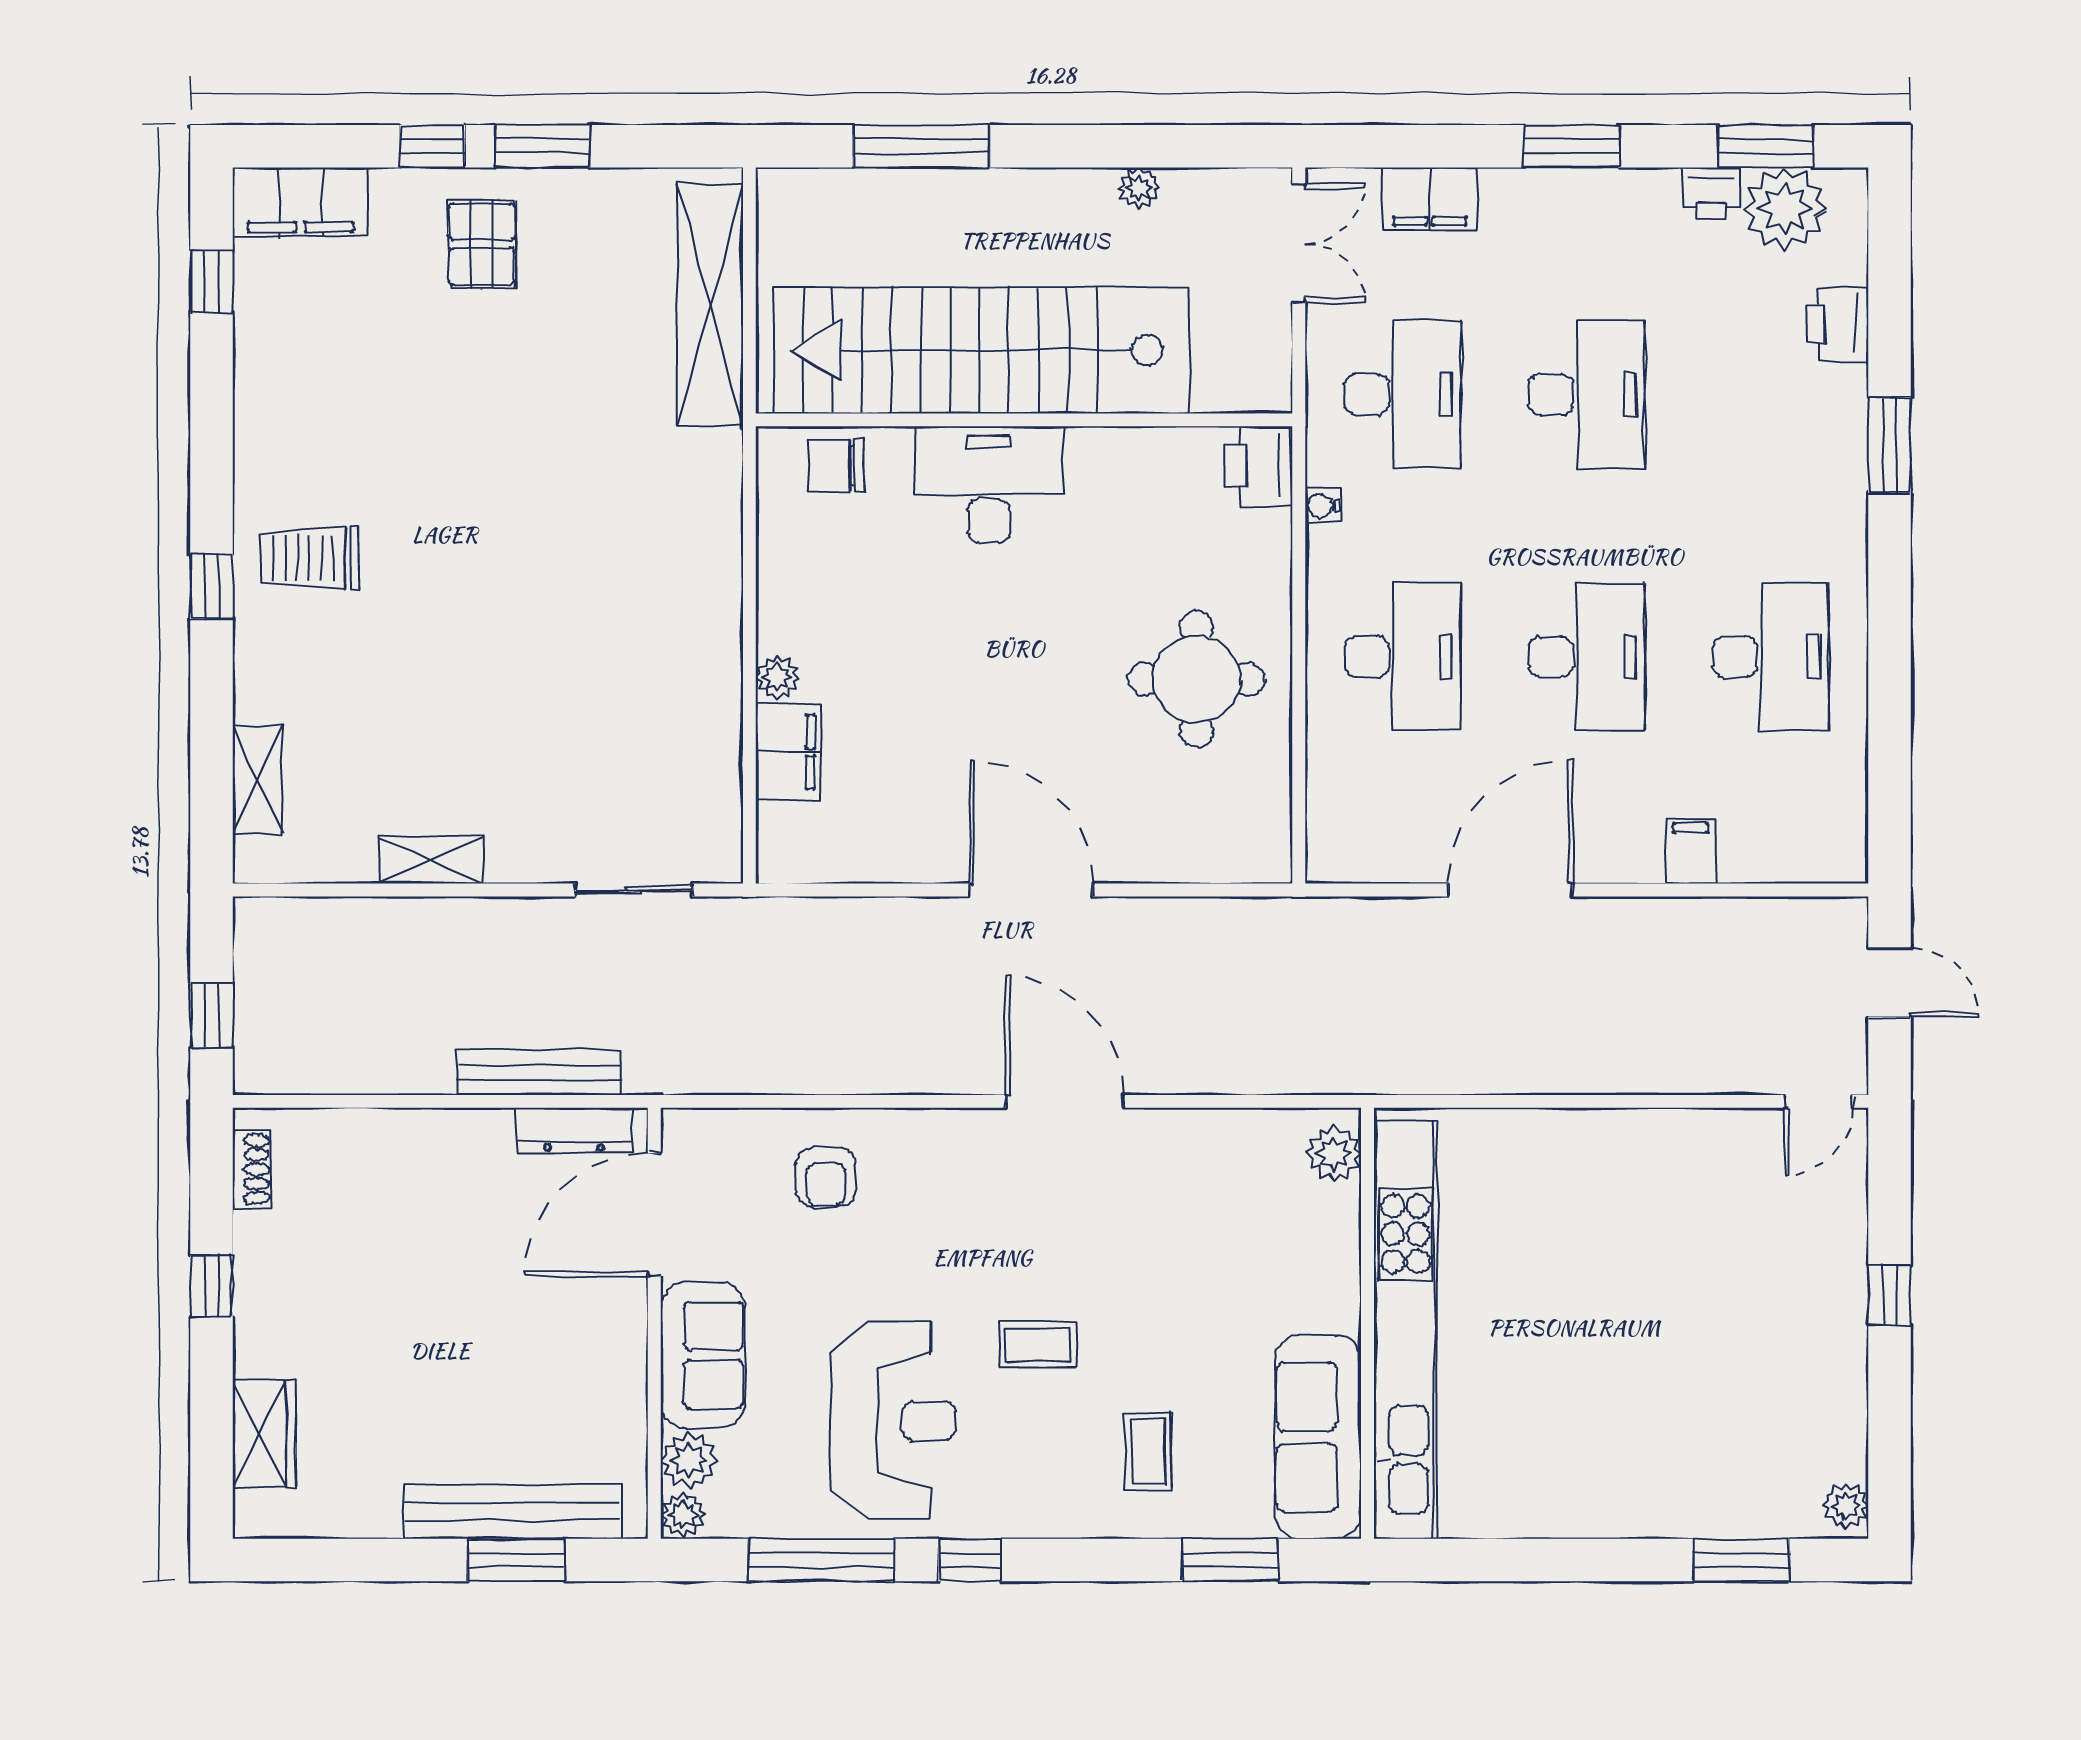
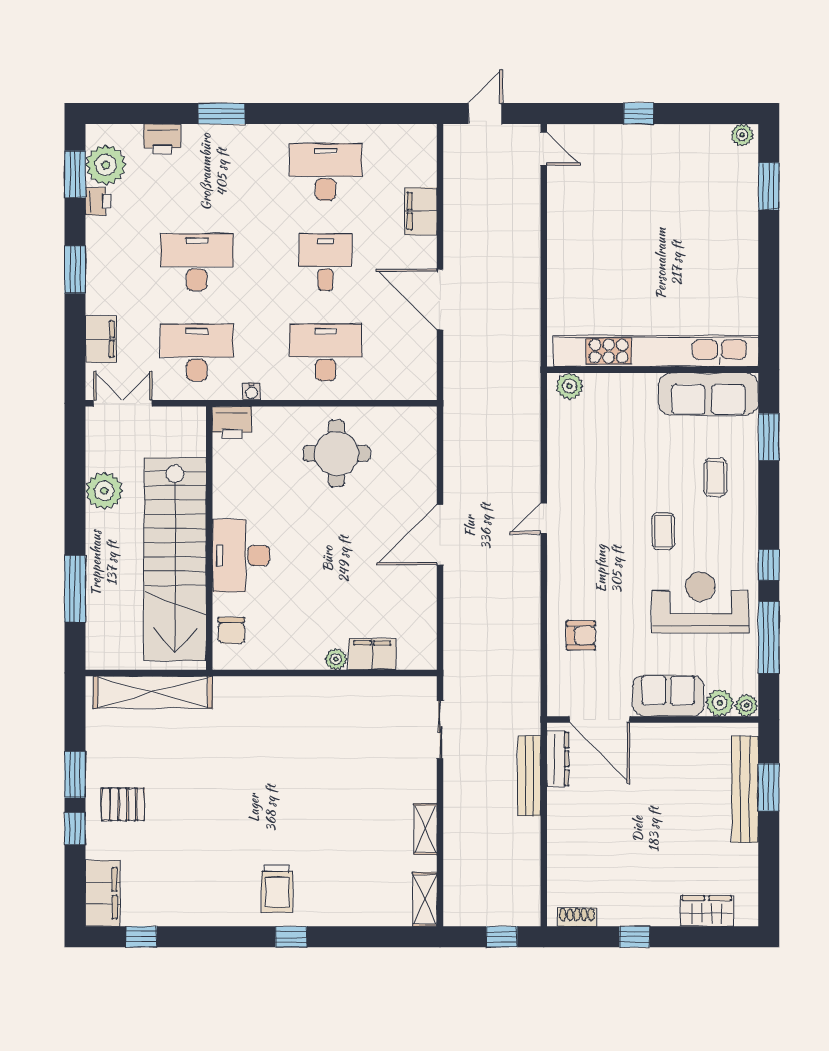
plant: (1139, 188) -> (104, 491), width x1.87, depth x1.87
desk: (1587, 657) -> (326, 262), width x0.73
shelving: (257, 780) -> (425, 899), moved, turned 90
filing cabinet: (1691, 851) -> (421, 211), width x2.00
door: (1065, 1101) -> (544, 518), width x0.53
coffee table: (1148, 1451) -> (715, 477), turned 90

